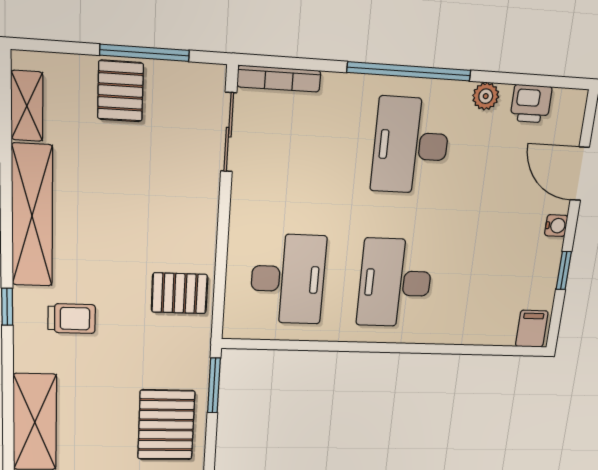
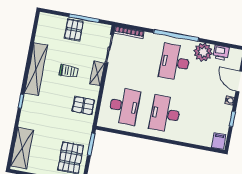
plant: (486, 96) -> (203, 52), width x1.87, depth x1.87
shelving: (27, 106) -> (97, 73), moved
trolley: (72, 318) -> (68, 71), moved

